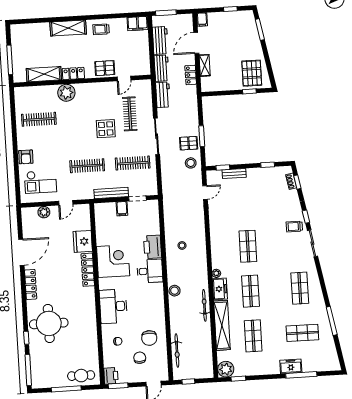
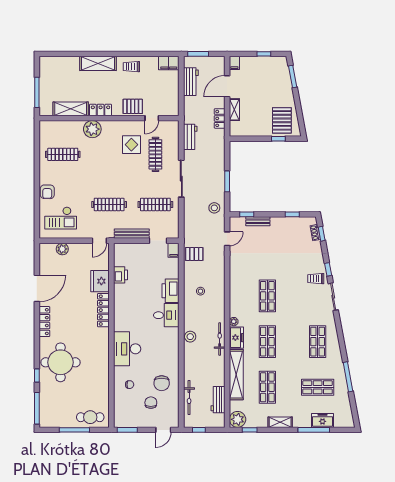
workbench: (162, 68) -> (218, 400), moved, turned 180
display table: (106, 129) -> (131, 145), moved
pallet: (189, 143) -> (194, 254), moved
door: (66, 203) -> (99, 241), moved
filing cabinet: (122, 209) -> (174, 250), moved
corner desk: (113, 261) -> (130, 303), removed
bicycle: (204, 305) -> (220, 339), moved
freezer: (291, 366) -> (322, 421), moved
shelving: (268, 369) -> (280, 422), added
printer: (111, 376) -> (121, 275), moved

